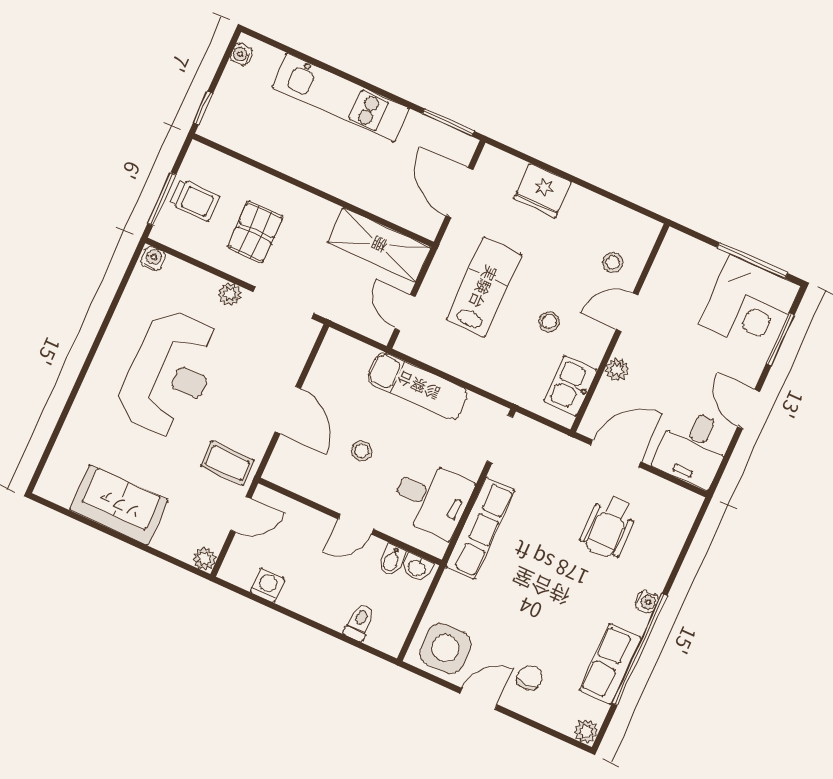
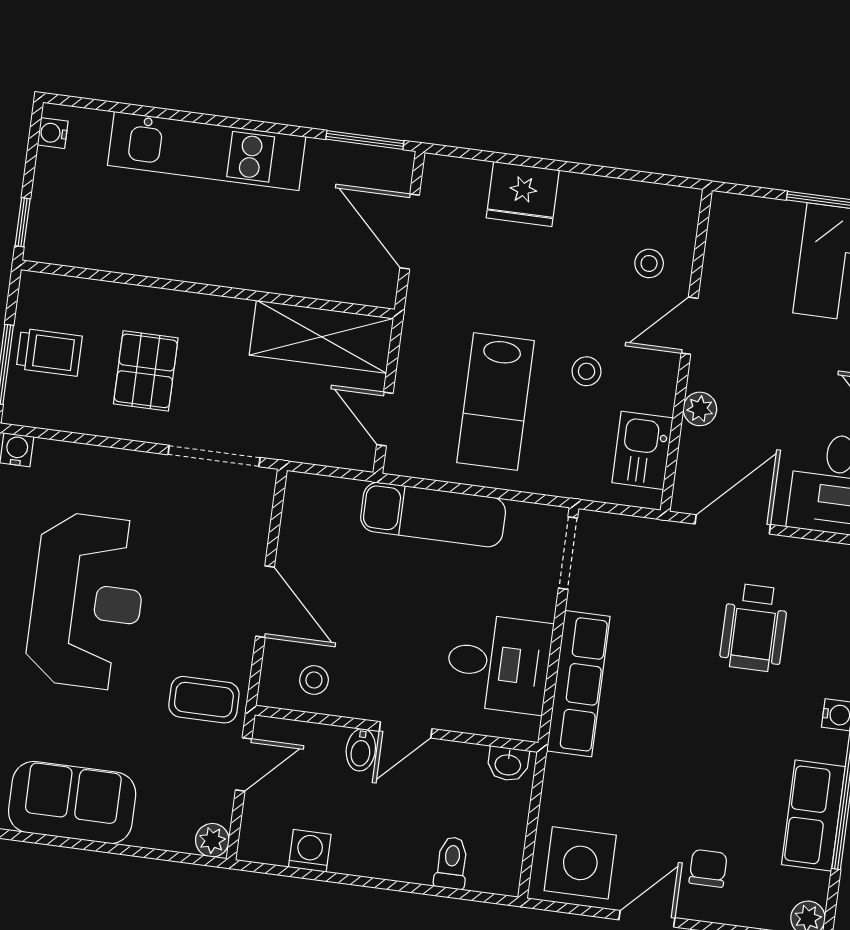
lab bench: (484, 287) -> (496, 402), moved, turned 180
plant: (230, 294) -> (136, 467), removed
stool: (362, 451) -> (314, 680), moved
bidet: (392, 560) -> (361, 750), moved

